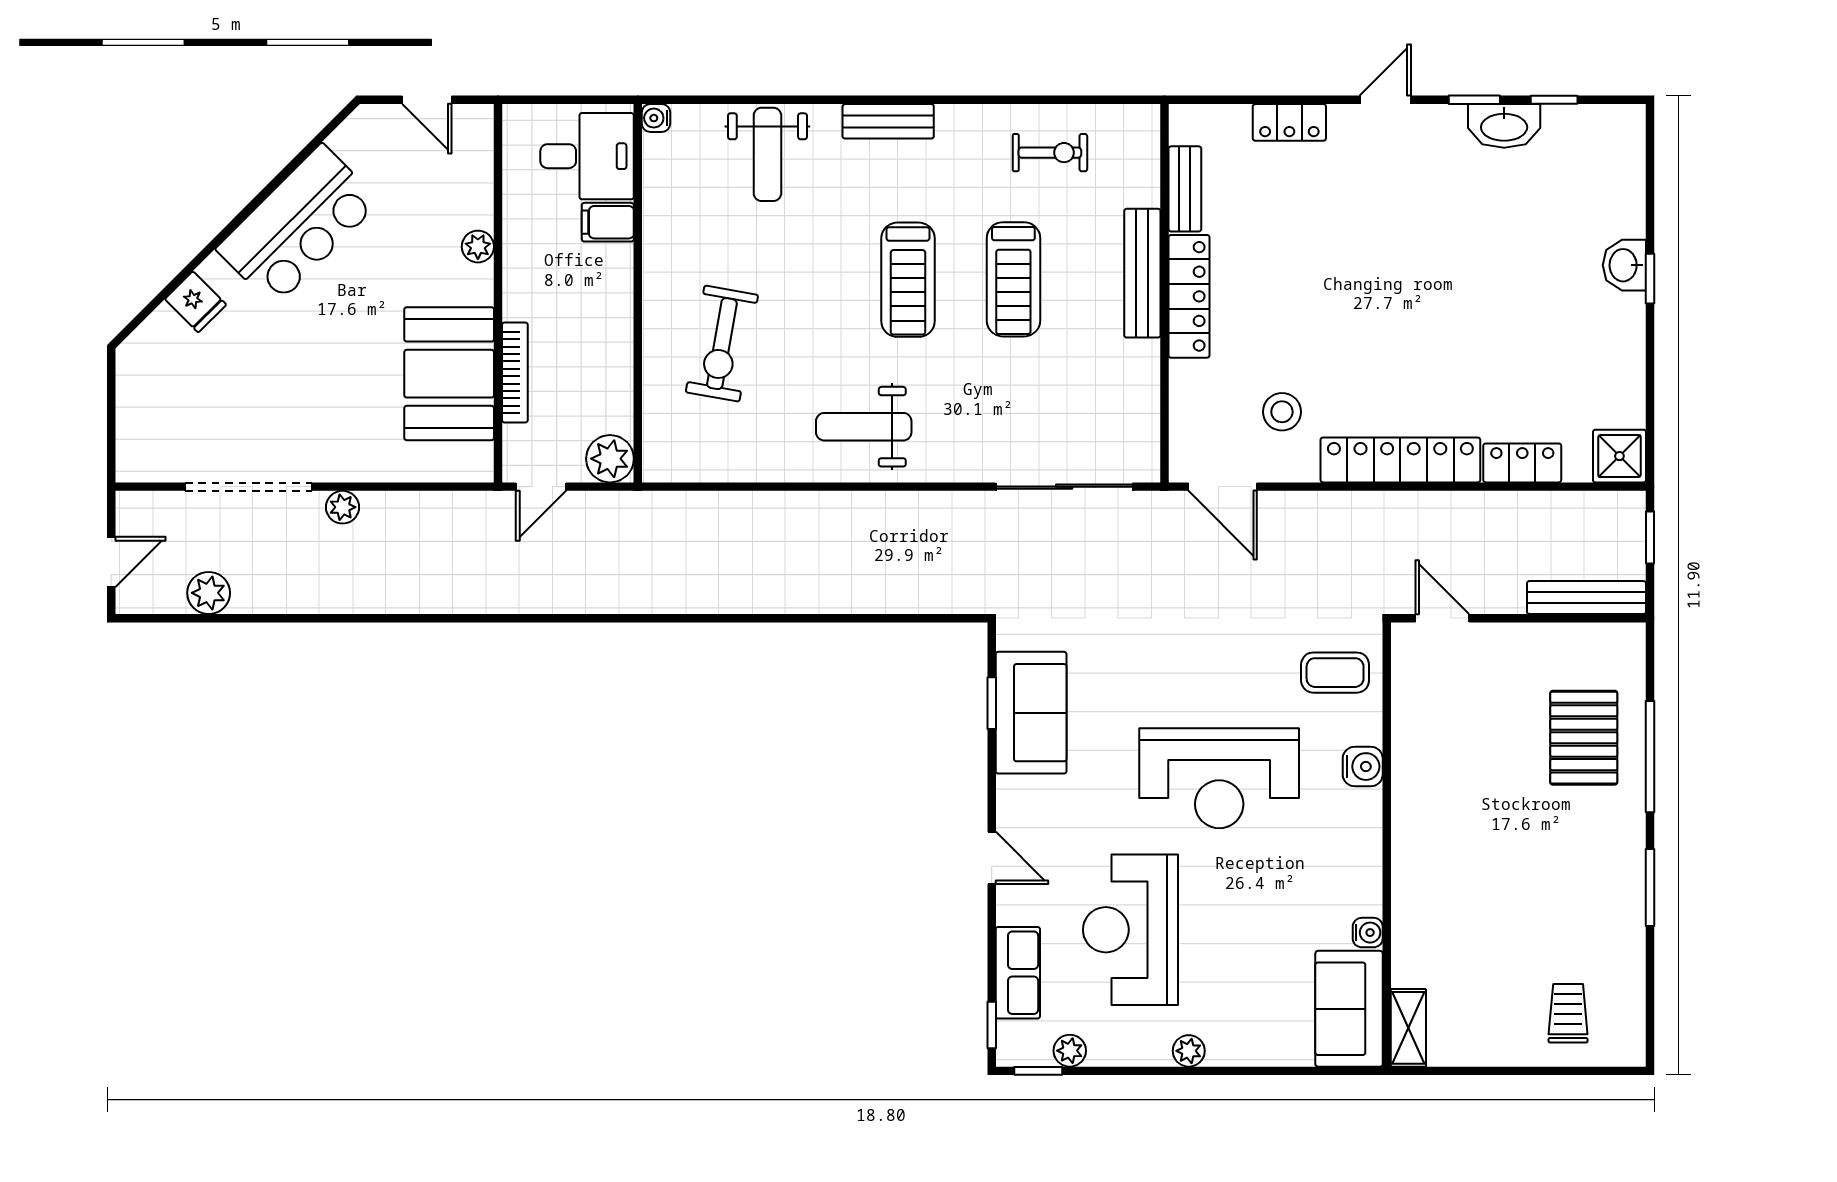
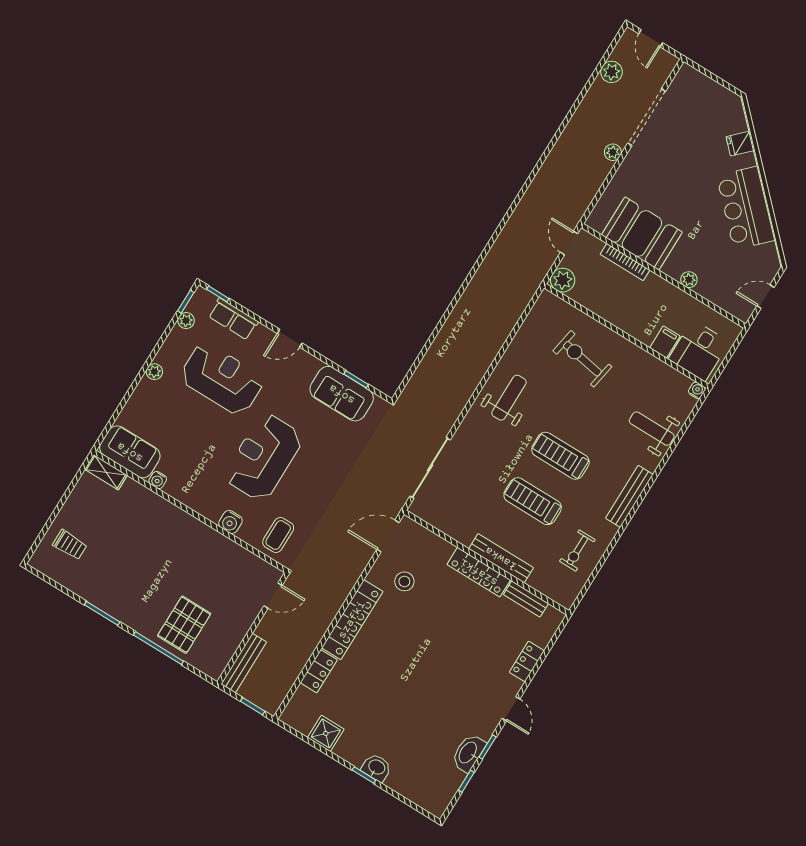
bench: (888, 121) -> (629, 496), width x1.36
shower: (1619, 456) -> (326, 733), moved
pallet: (1584, 738) -> (184, 625), turned 90

